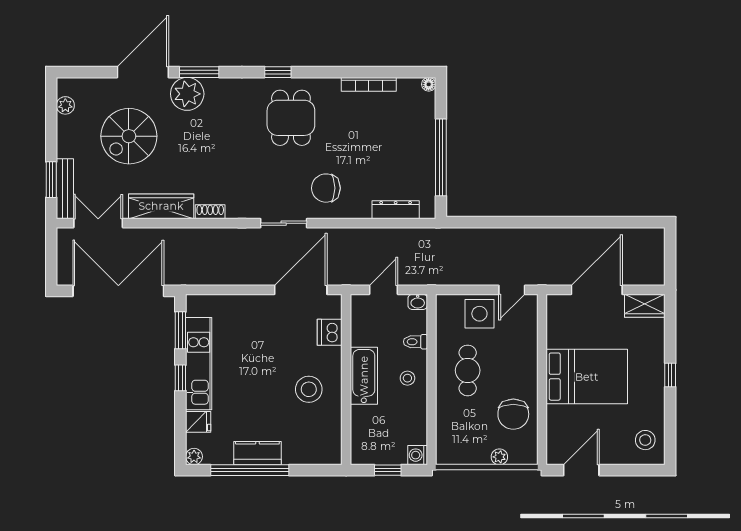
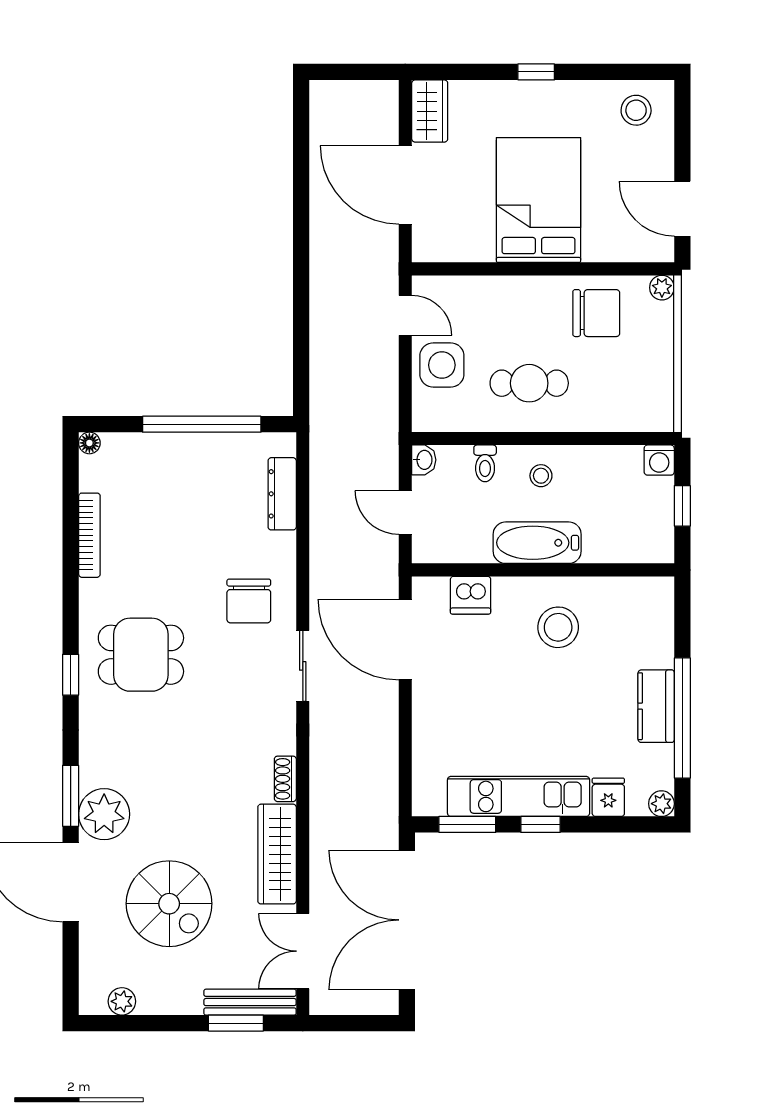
plant: (499, 457) -> (662, 288), moved

